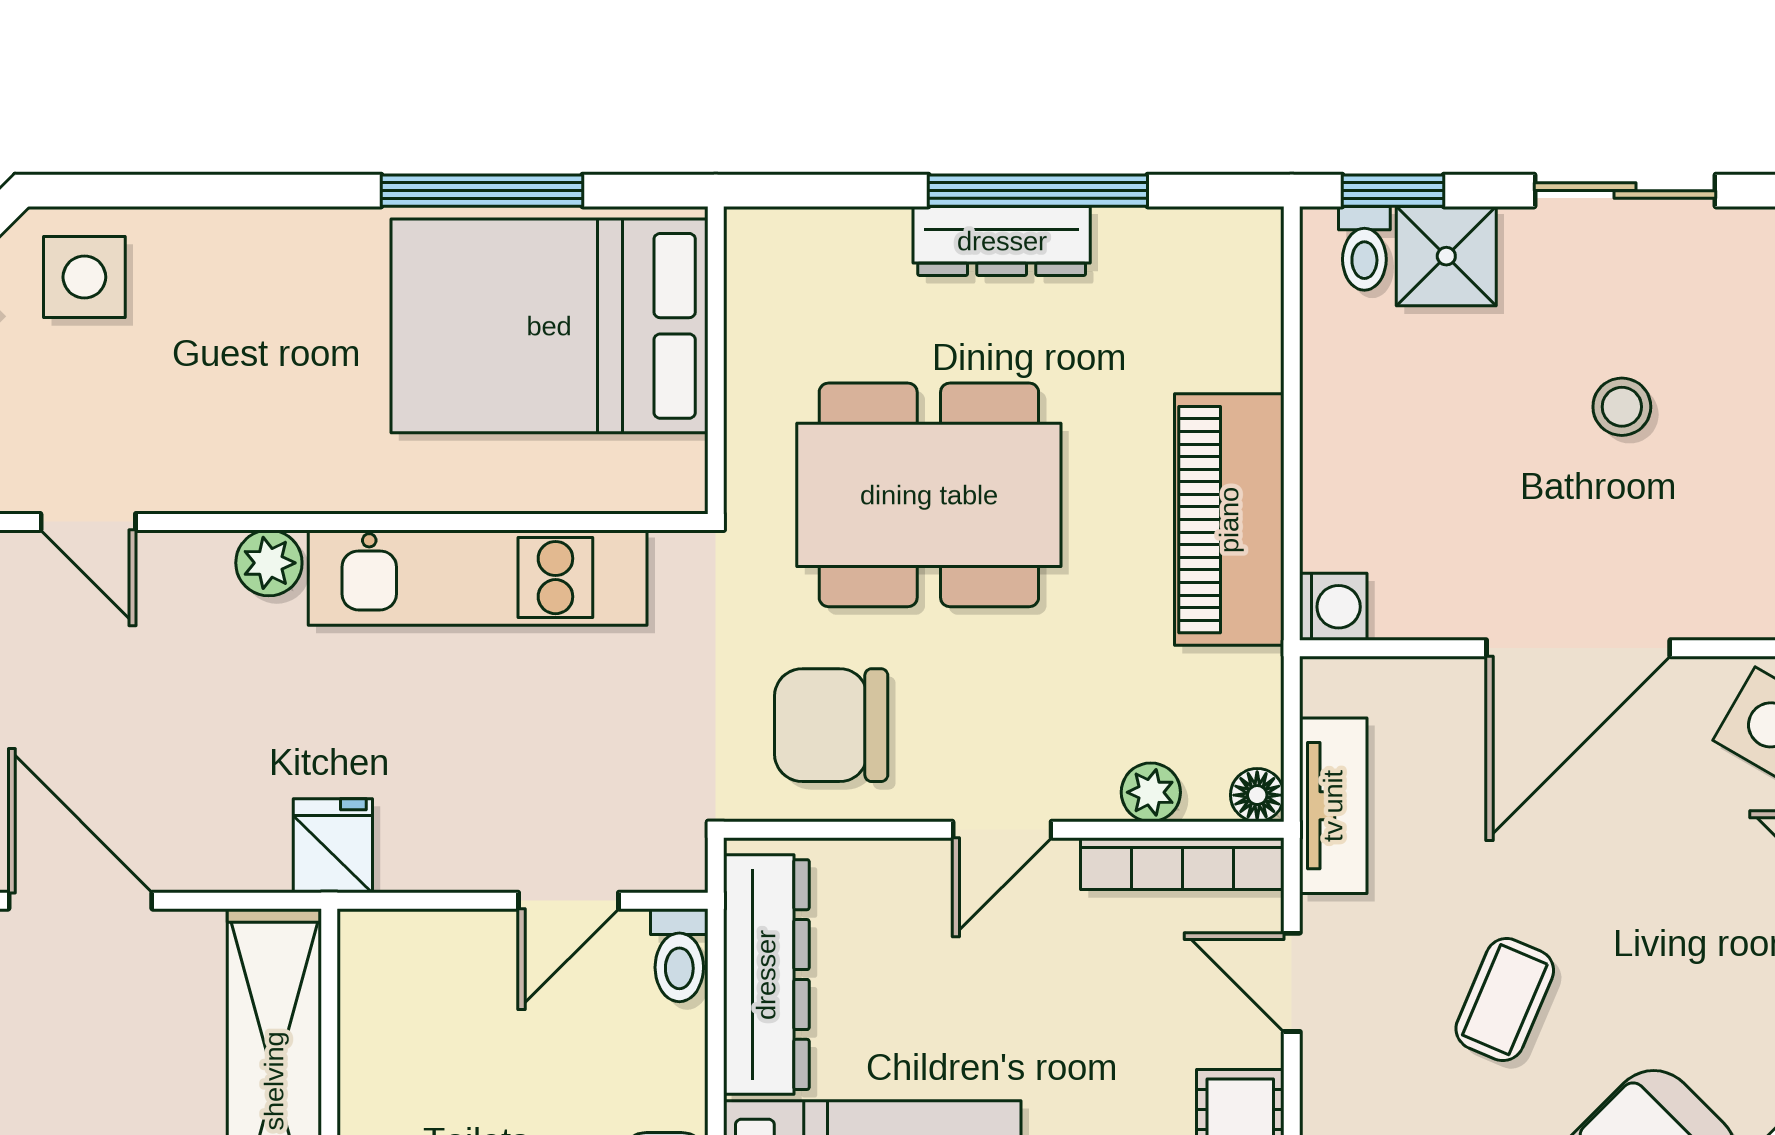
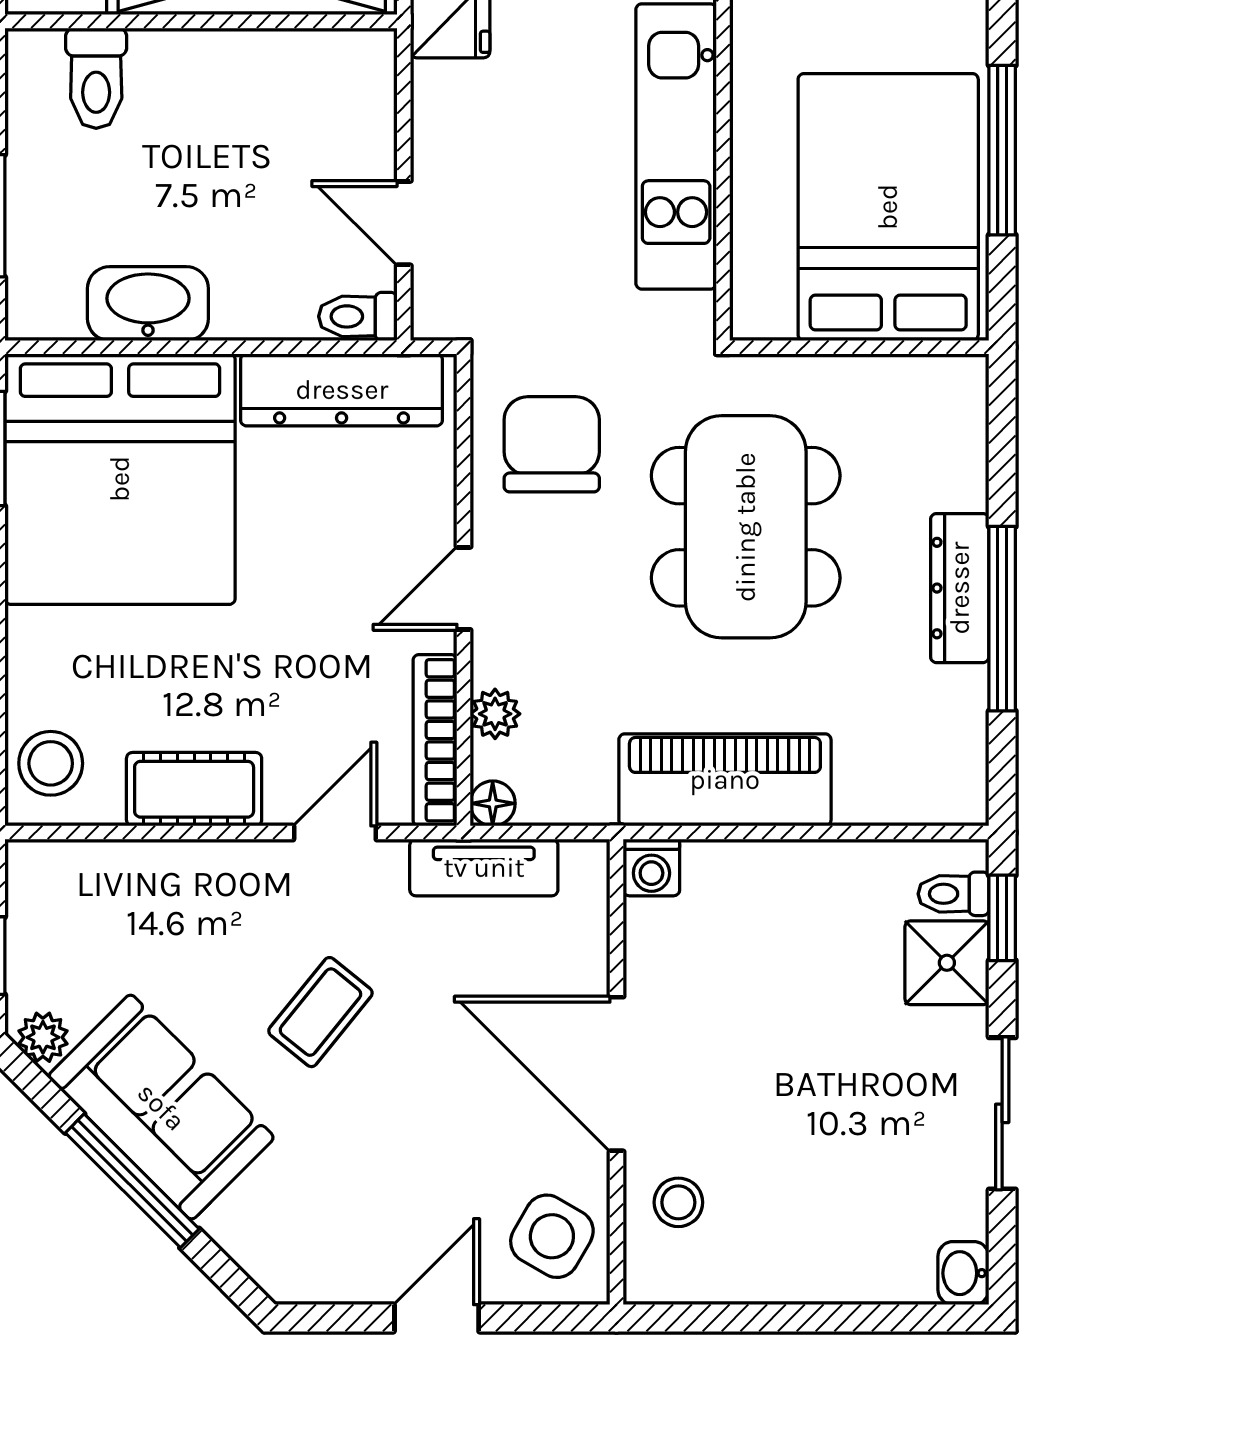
stool: (1622, 407) -> (678, 1202), moved
door: (1002, 830) -> (464, 588), hinge flipped
coffee table: (1505, 1000) -> (320, 1012), turned -74

